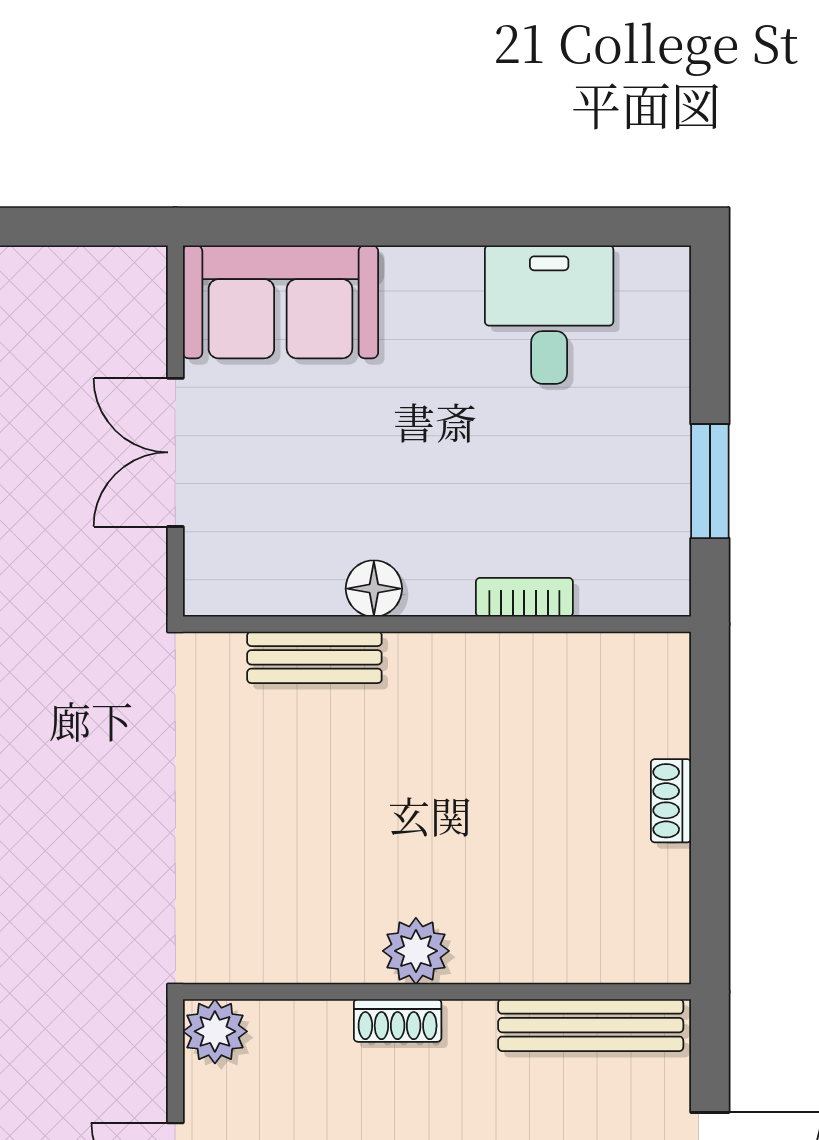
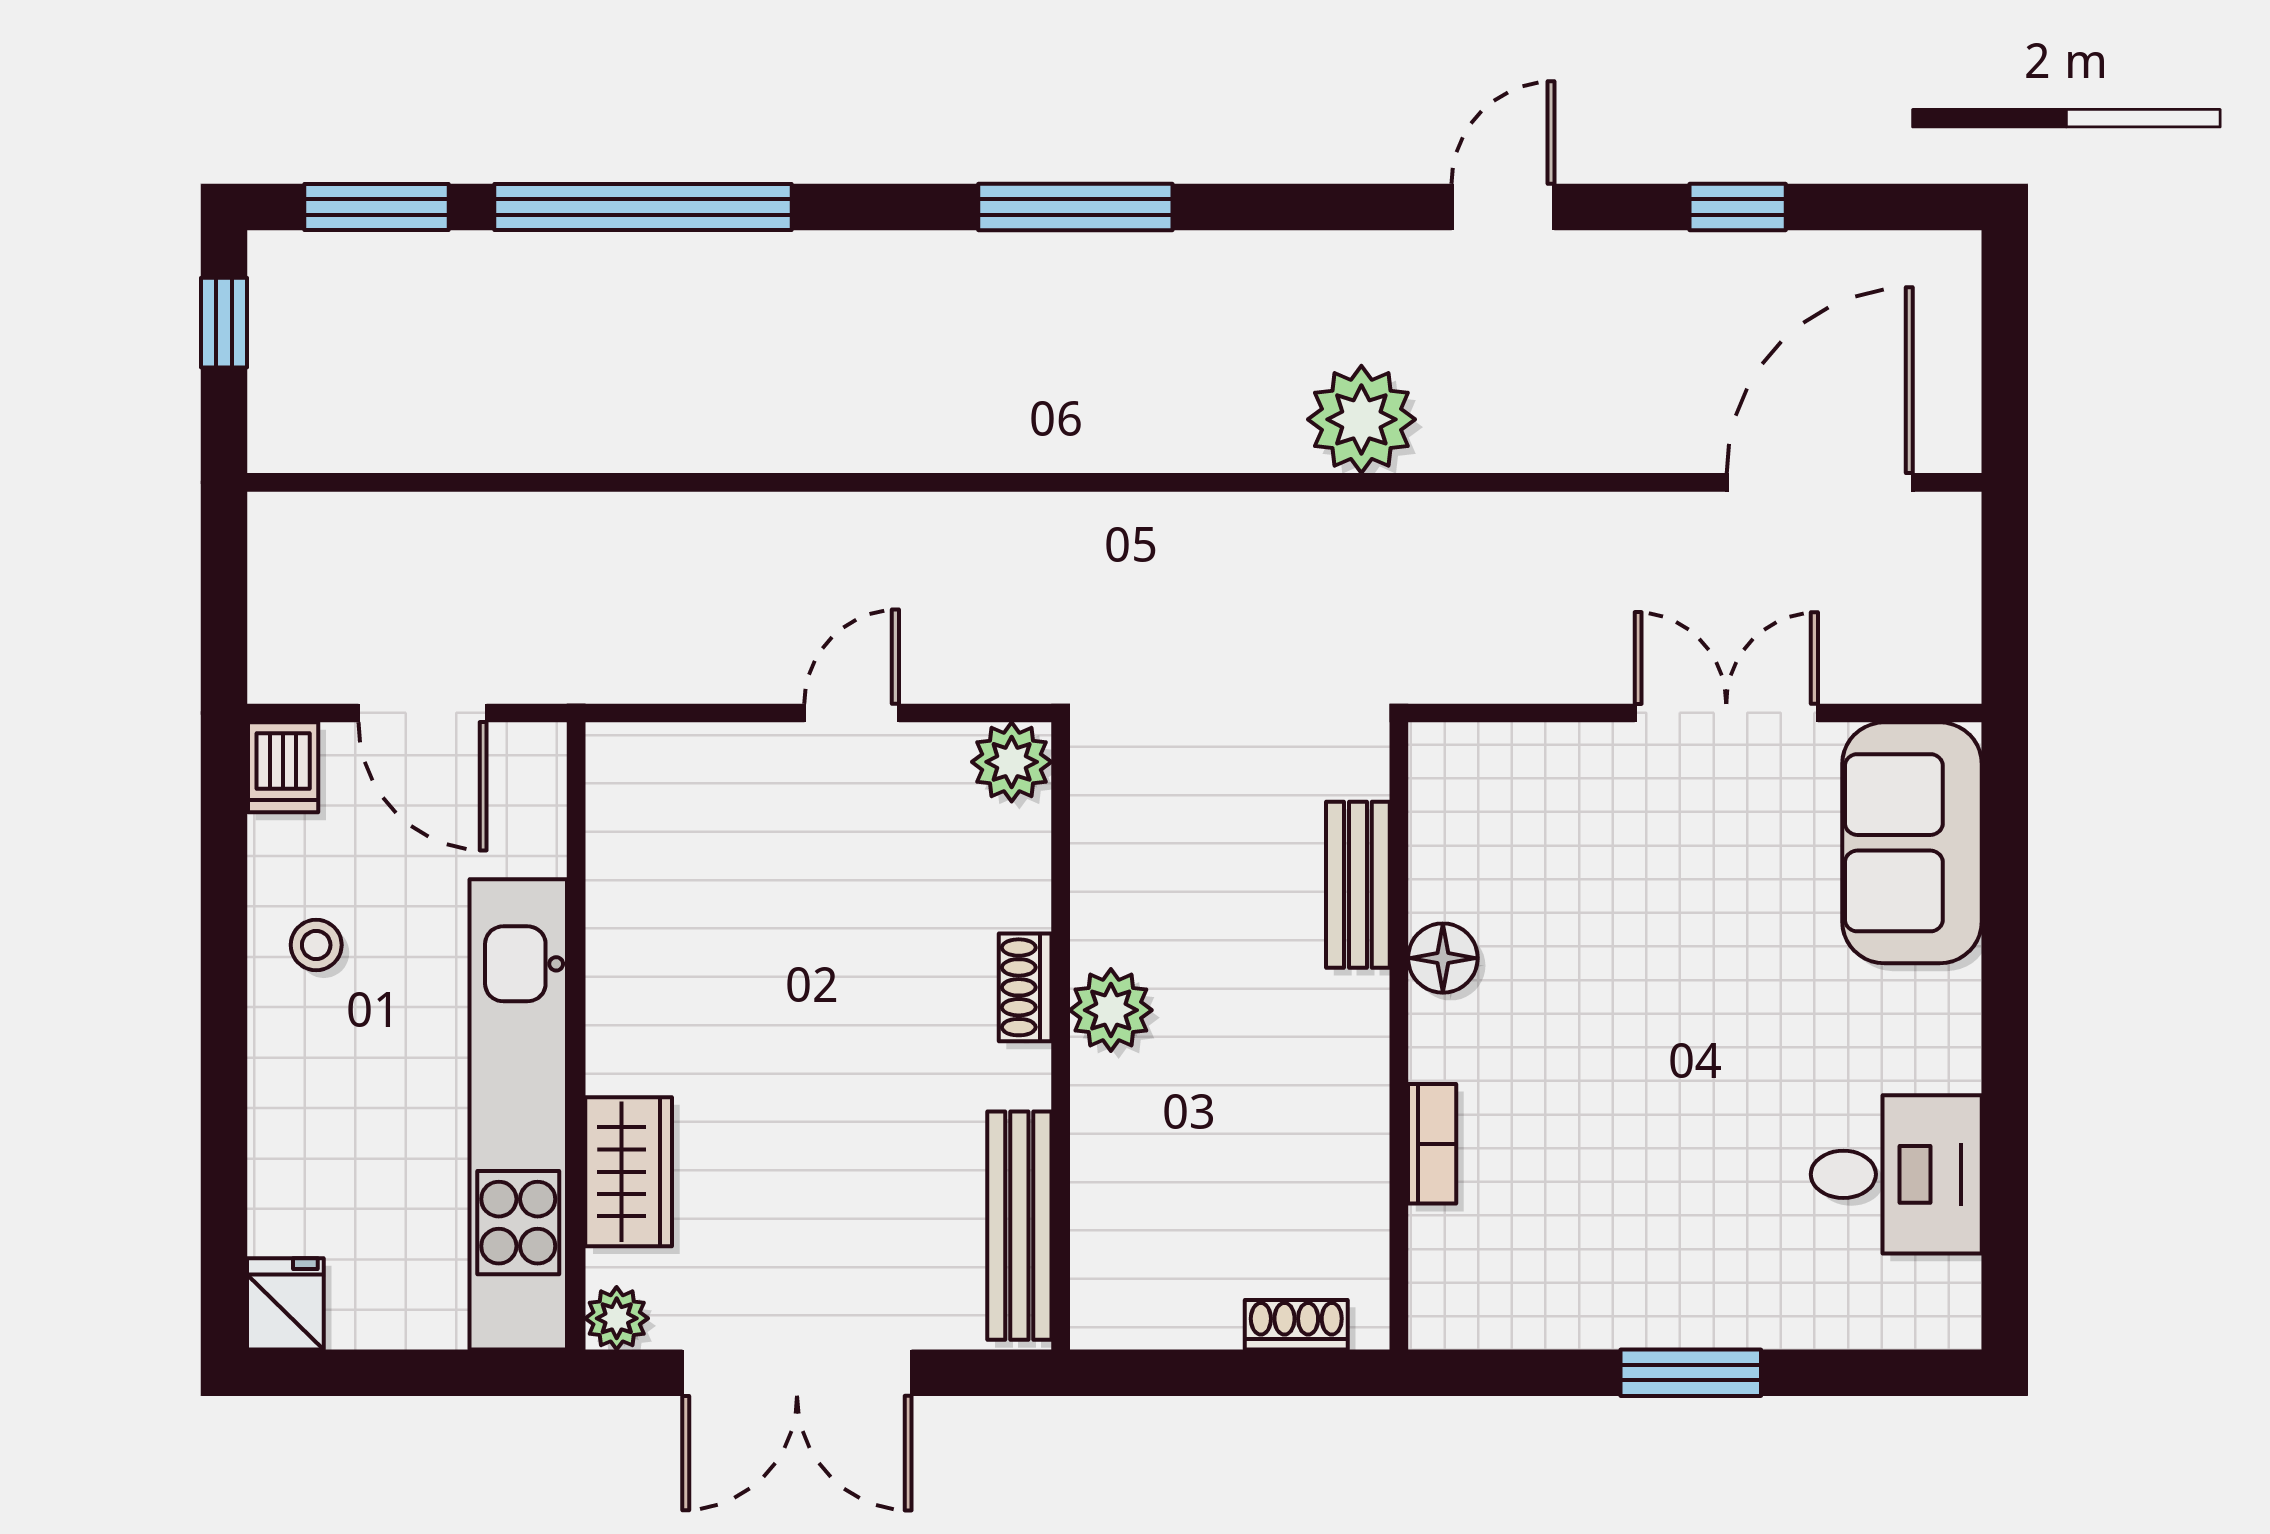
floor lamp: (374, 589) -> (1443, 958), moved
bookcase: (524, 597) -> (1432, 1144), moved
wall: (437, 624) -> (1399, 1036), moved
bench: (314, 657) -> (1358, 885), moved

